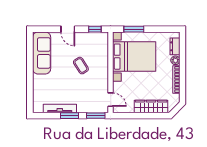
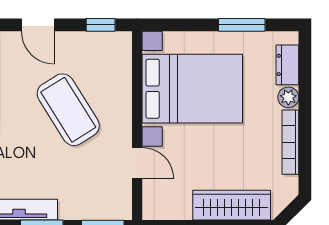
window: (134, 29) -> (242, 25), moved
coffee table: (81, 66) -> (68, 110), width x1.86, depth x1.72
door: (111, 100) -> (137, 163), moved

